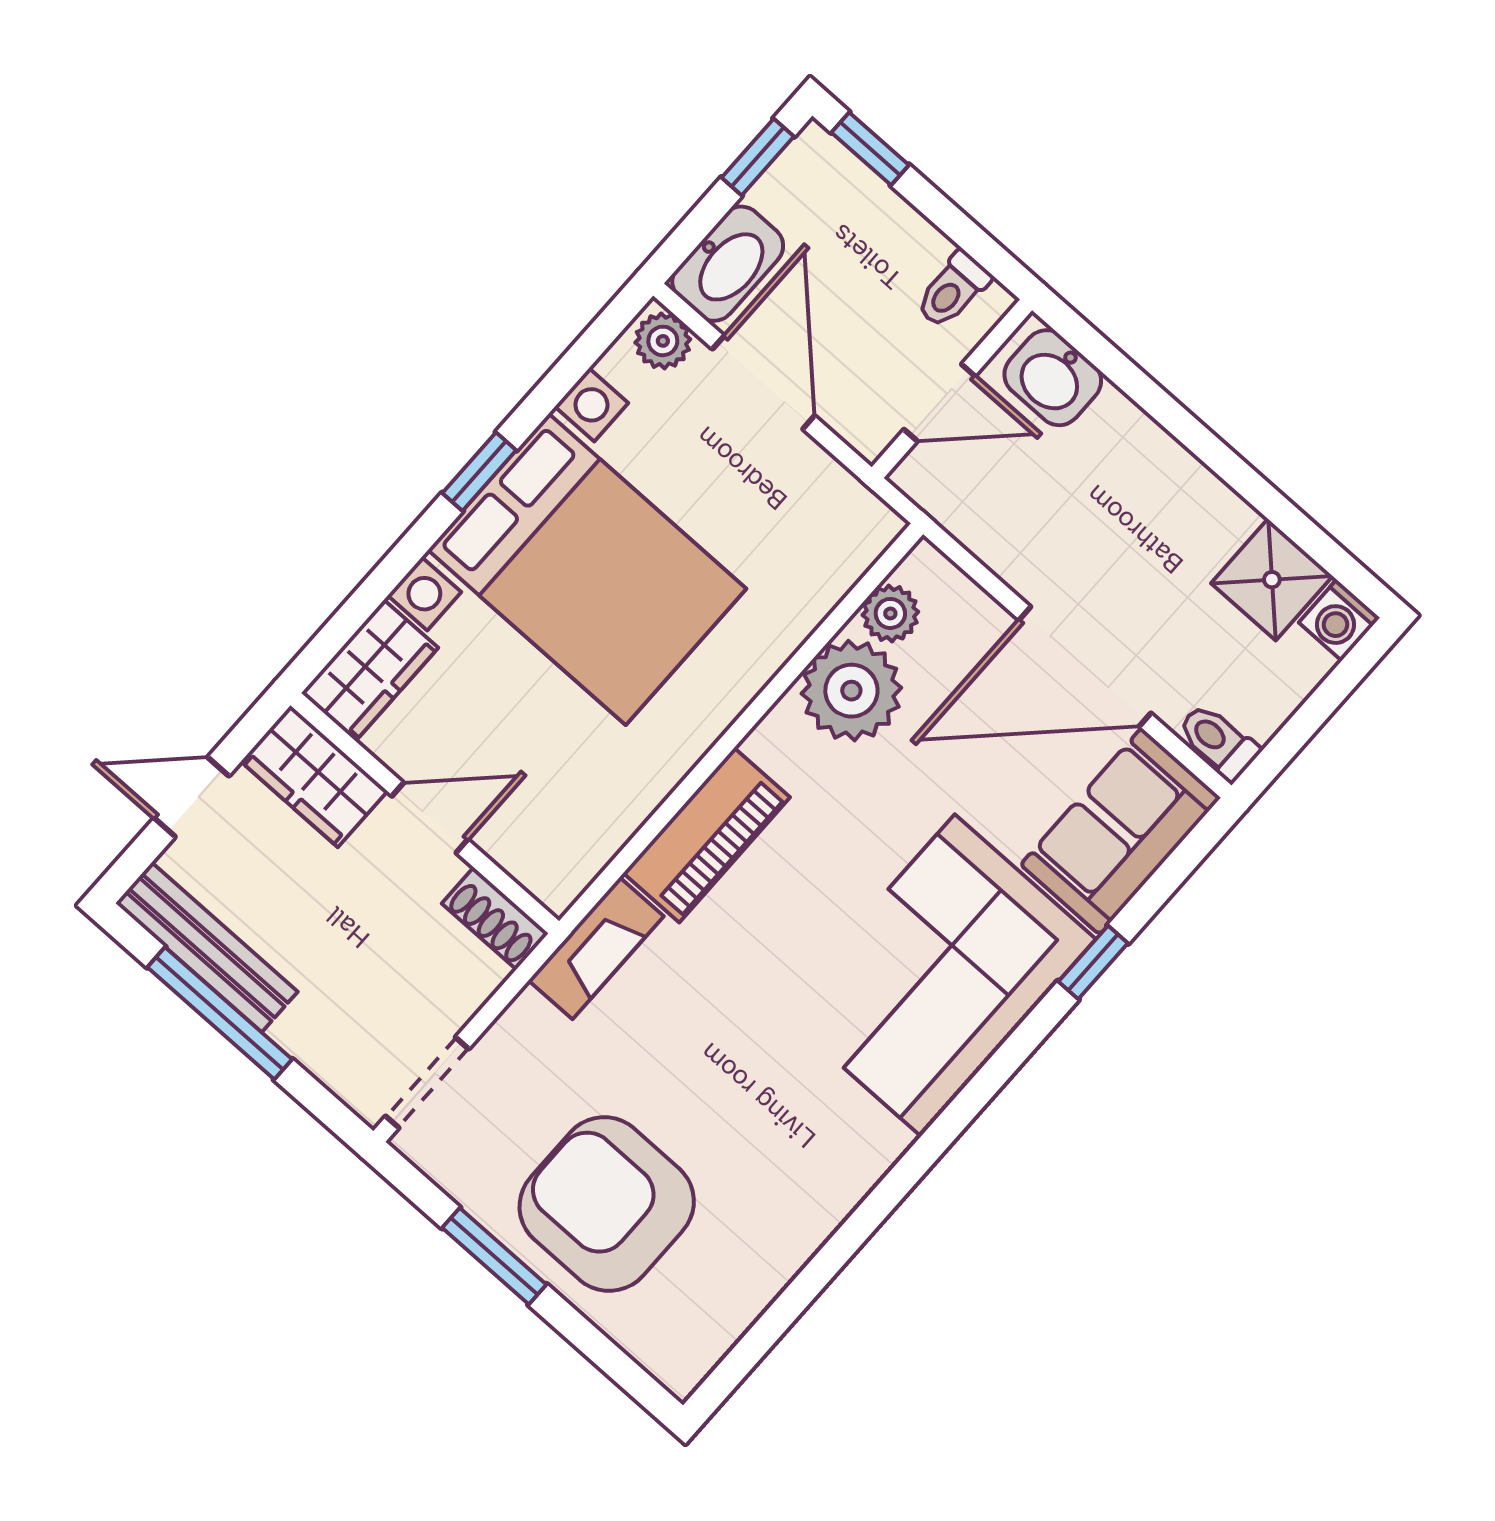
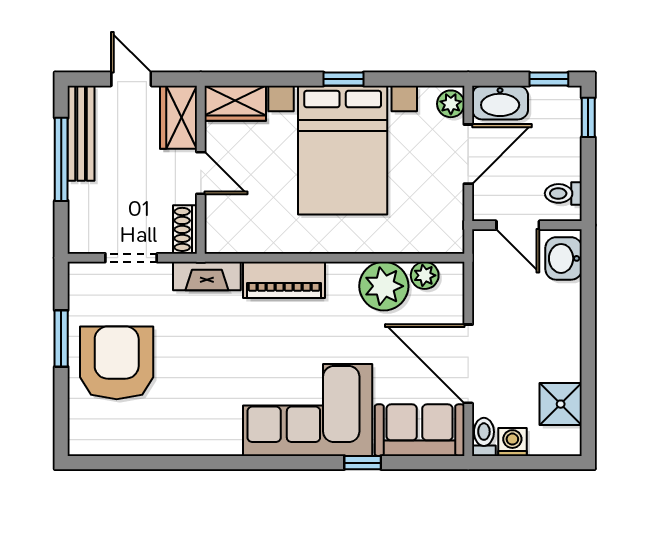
washing machine: (1339, 620) -> (512, 442), moved, turned 90
doorway: (427, 1083) -> (131, 258), moved

